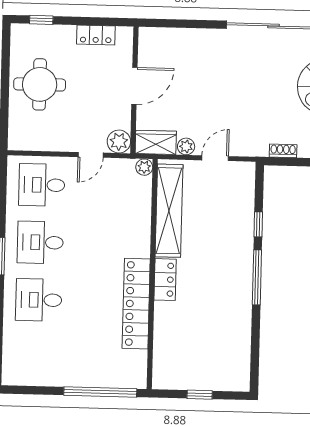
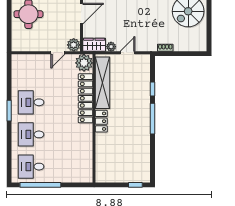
plant: (144, 167) -> (84, 63), width x1.88, depth x1.88
desk: (42, 185) -> (31, 167), moved
locker: (136, 304) -> (86, 98), moved
window: (100, 392) -> (40, 185), moved
window: (200, 395) -> (135, 185), moved

